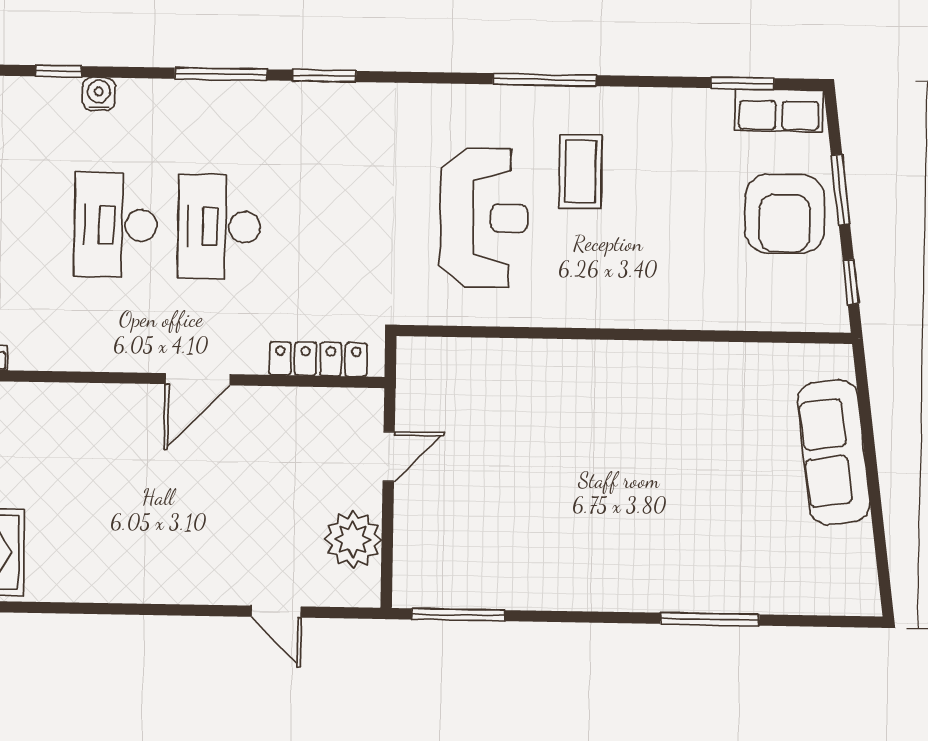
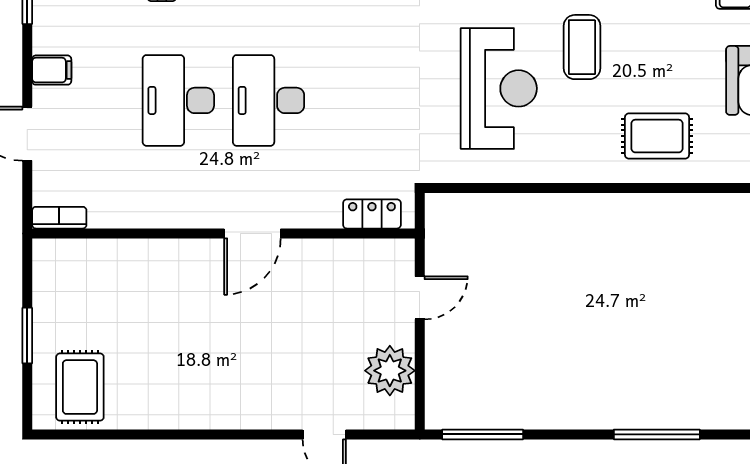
rug: (665, 275) -> (657, 136), added
locker: (318, 359) -> (372, 214), width x0.66
window: (710, 619) -> (657, 434), moved

